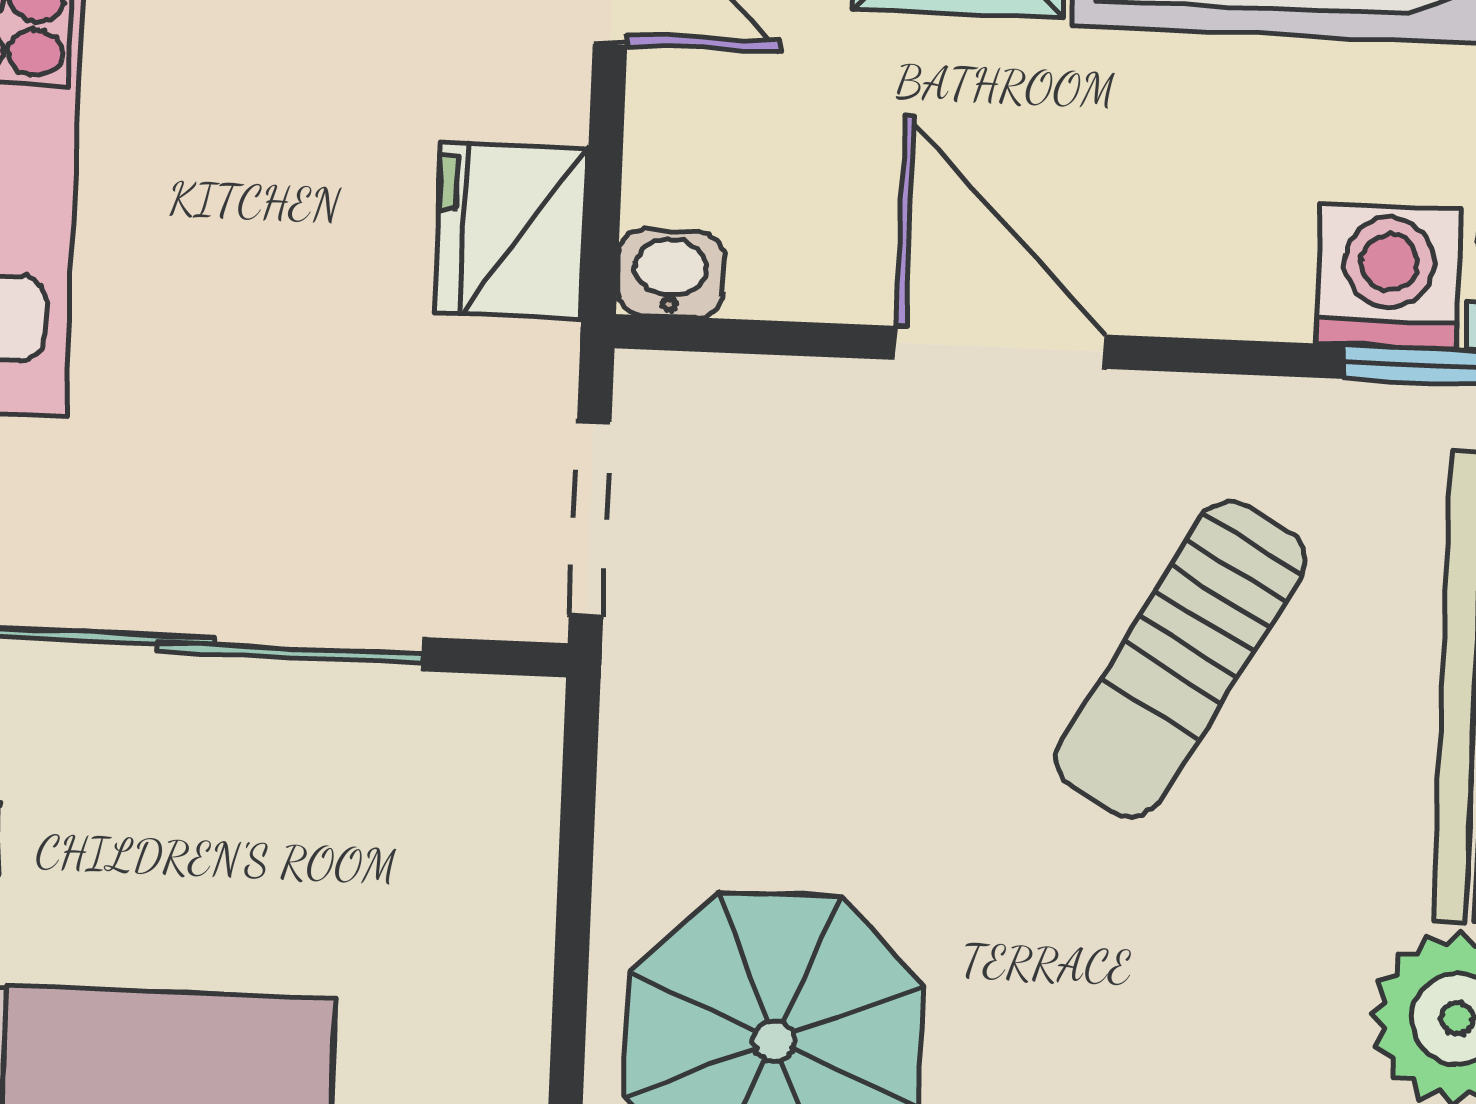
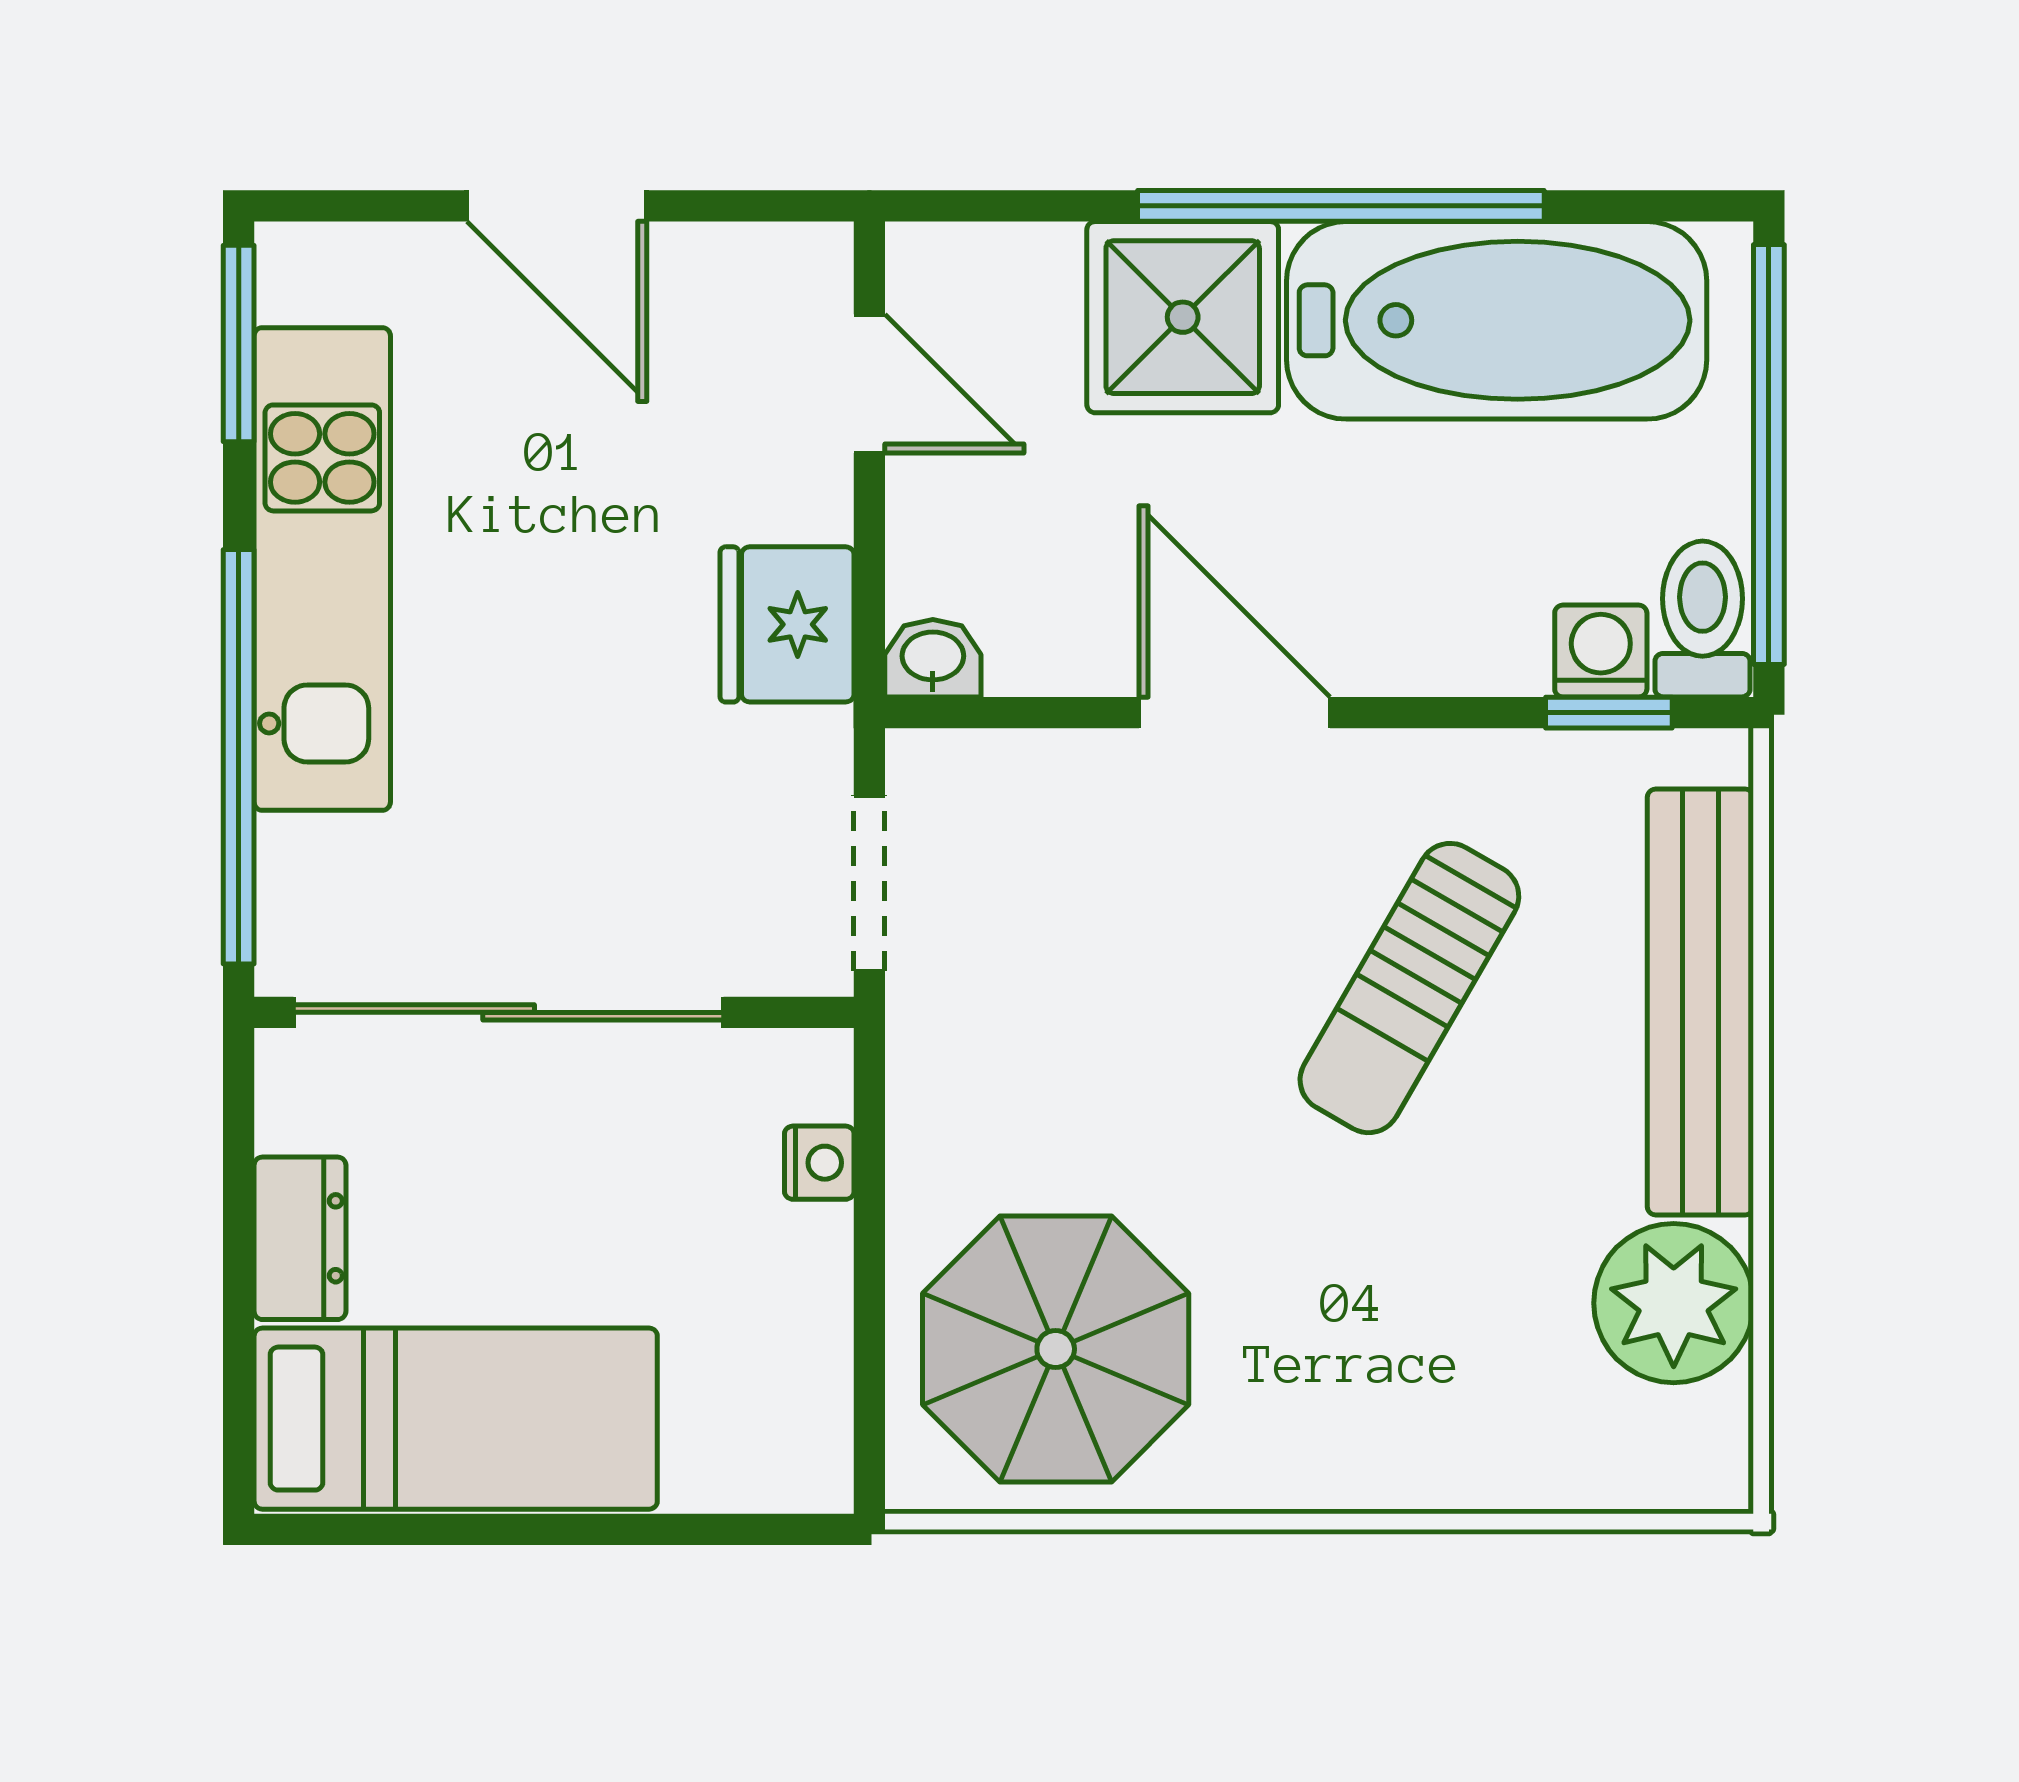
washing machine: (1389, 276) -> (1601, 651), width x0.73, depth x0.73
nightstand: (522, 824) -> (819, 1163), added

